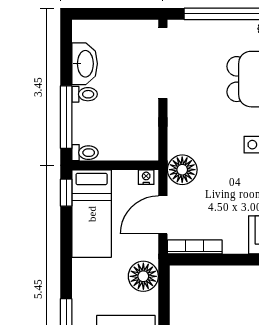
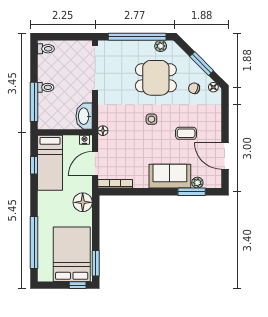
washbasin: (85, 64) -> (84, 116), moved, turned 180
toilet: (85, 153) -> (46, 49), moved
floor lamp: (182, 170) -> (103, 131), width x0.53, depth x0.53
window: (66, 193) -> (34, 165), moved

